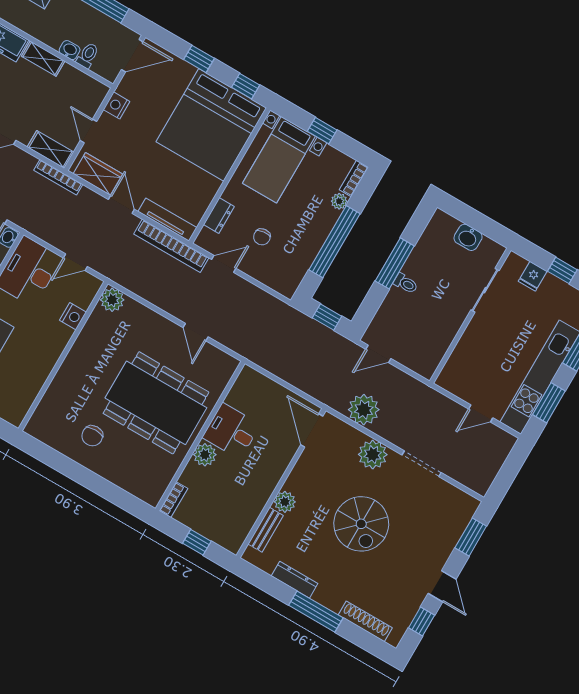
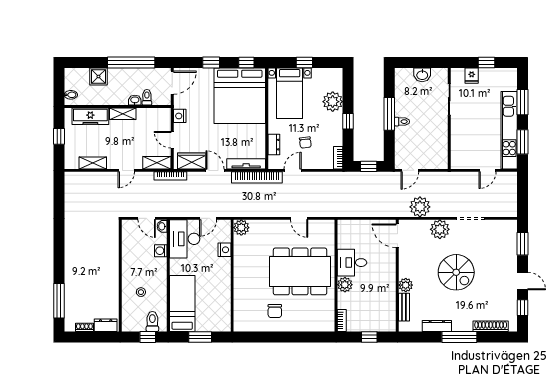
bookcase: (354, 178) -> (338, 158), moved
plant: (339, 201) -> (333, 102), width x1.88, depth x1.88
window: (334, 242) -> (348, 121), width x0.32

